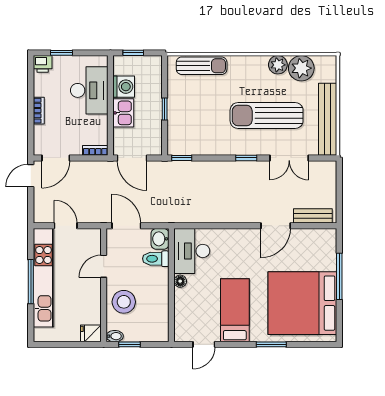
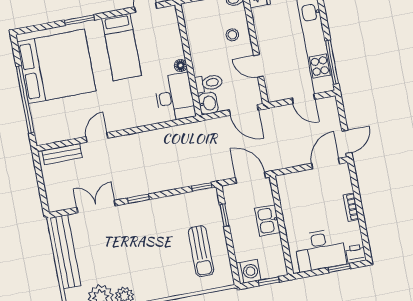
sun lounger: (202, 66) -> (201, 251), moved, turned -90
washing machine: (124, 87) -> (248, 272), moved, turned 180
desk: (89, 90) -> (320, 250), moved, turned -90
window: (165, 109) -> (224, 215), moved
sun lounger: (267, 116) -> (126, 244), removed
bookcase: (95, 150) -> (288, 178), removed
door: (276, 226) -> (97, 137), width x0.73
door: (104, 266) -> (259, 66), swing flipped
window: (339, 276) -> (25, 100), width x1.46
window: (31, 282) -> (332, 62), moved
stool: (124, 302) -> (232, 35), width x0.53, depth x0.53

